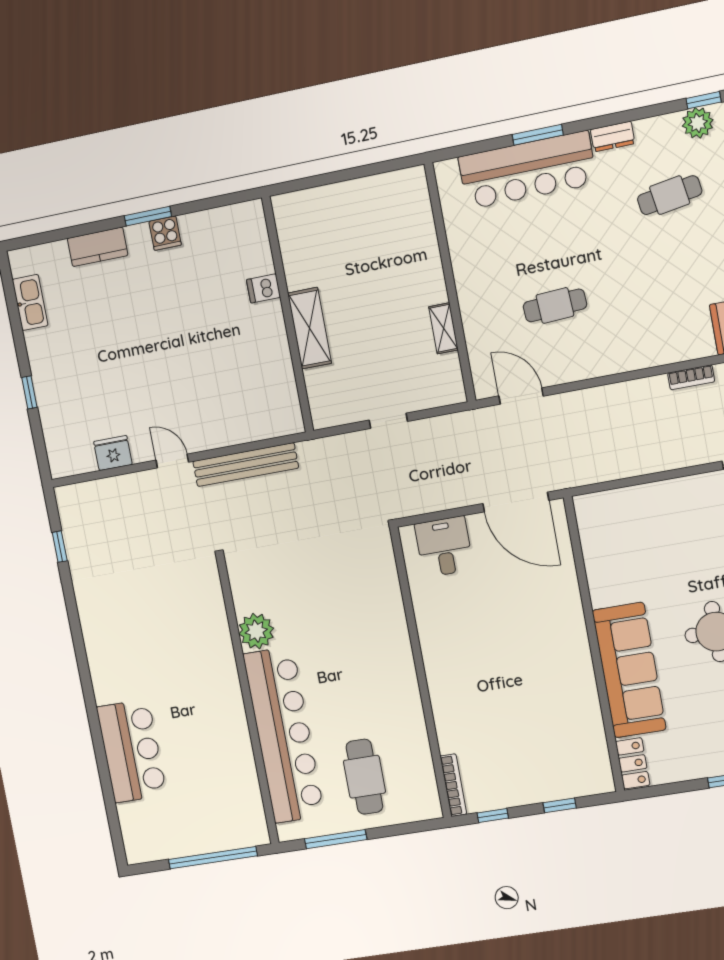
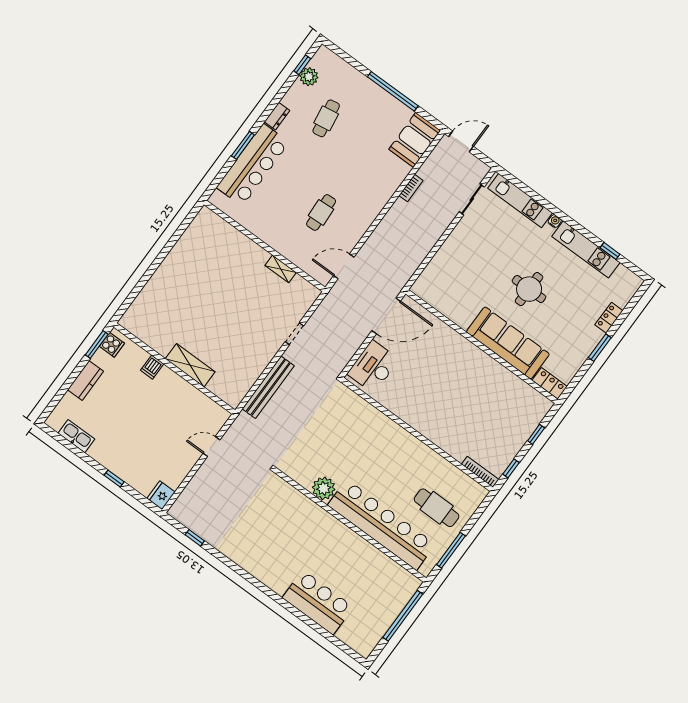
dishwasher: (263, 288) -> (152, 367), moved
wall: (288, 315) -> (174, 369), moved
shelving: (310, 328) -> (190, 365), moved
fridge: (113, 453) -> (161, 495), moved
bench: (246, 465) -> (268, 387), moved
desk: (444, 547) -> (373, 367), width x1.37

